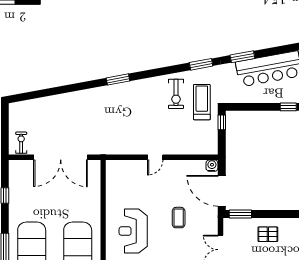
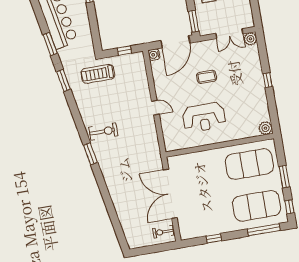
exercise bike: (176, 94) -> (103, 131), moved
window: (222, 122) -> (124, 51), moved
double door: (61, 157) -> (170, 194), swing flipped
reception desk: (133, 231) -> (204, 117), moved

